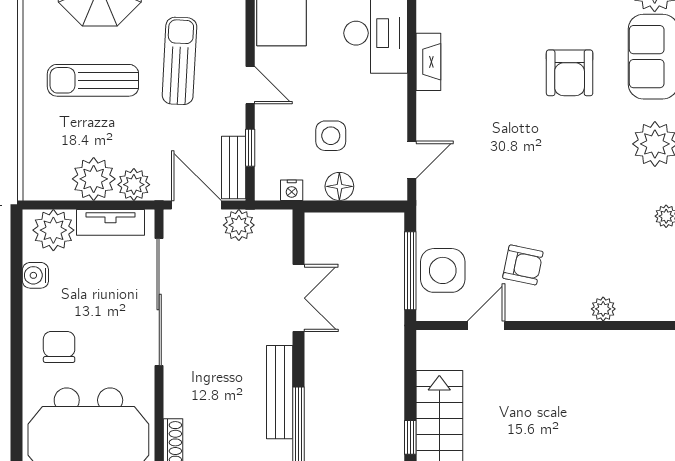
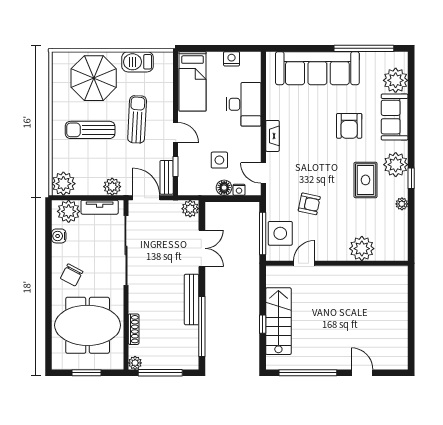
fireplace: (428, 62) -> (272, 136), moved
door: (412, 160) -> (263, 173), swing flipped
rug: (600, 172) -> (366, 180), added
plant: (94, 179) -> (63, 184), moved
nightstand: (292, 190) -> (239, 190), moved
plant: (239, 225) -> (190, 209), moved
armchair: (523, 265) -> (309, 204), moved
plant: (603, 309) -> (362, 249), width x1.88, depth x1.88
chair: (59, 347) -> (72, 275), turned -152

